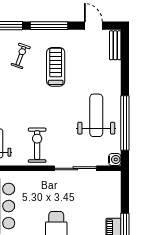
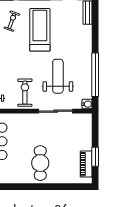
treadmill: (56, 67) -> (40, 30), width x1.37, depth x1.38
weight bench: (96, 115) -> (58, 76), moved

